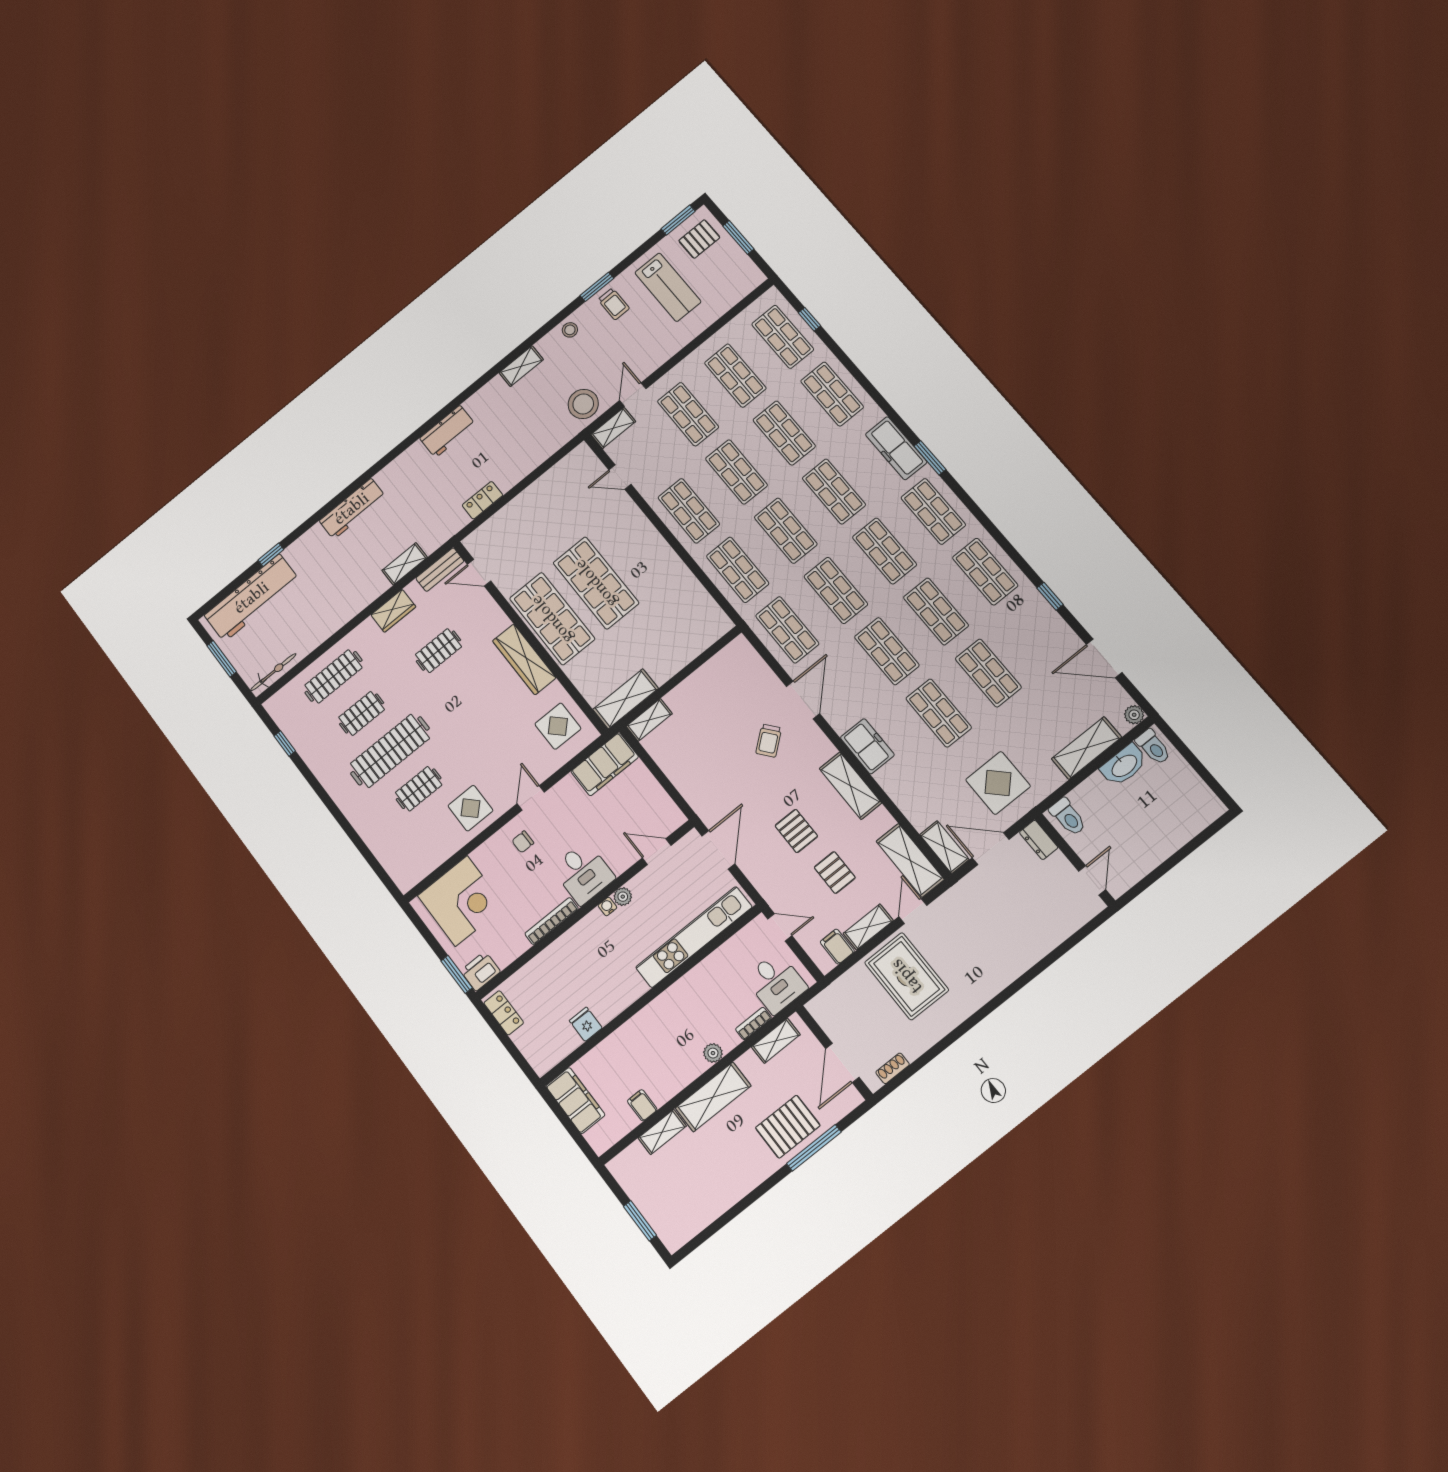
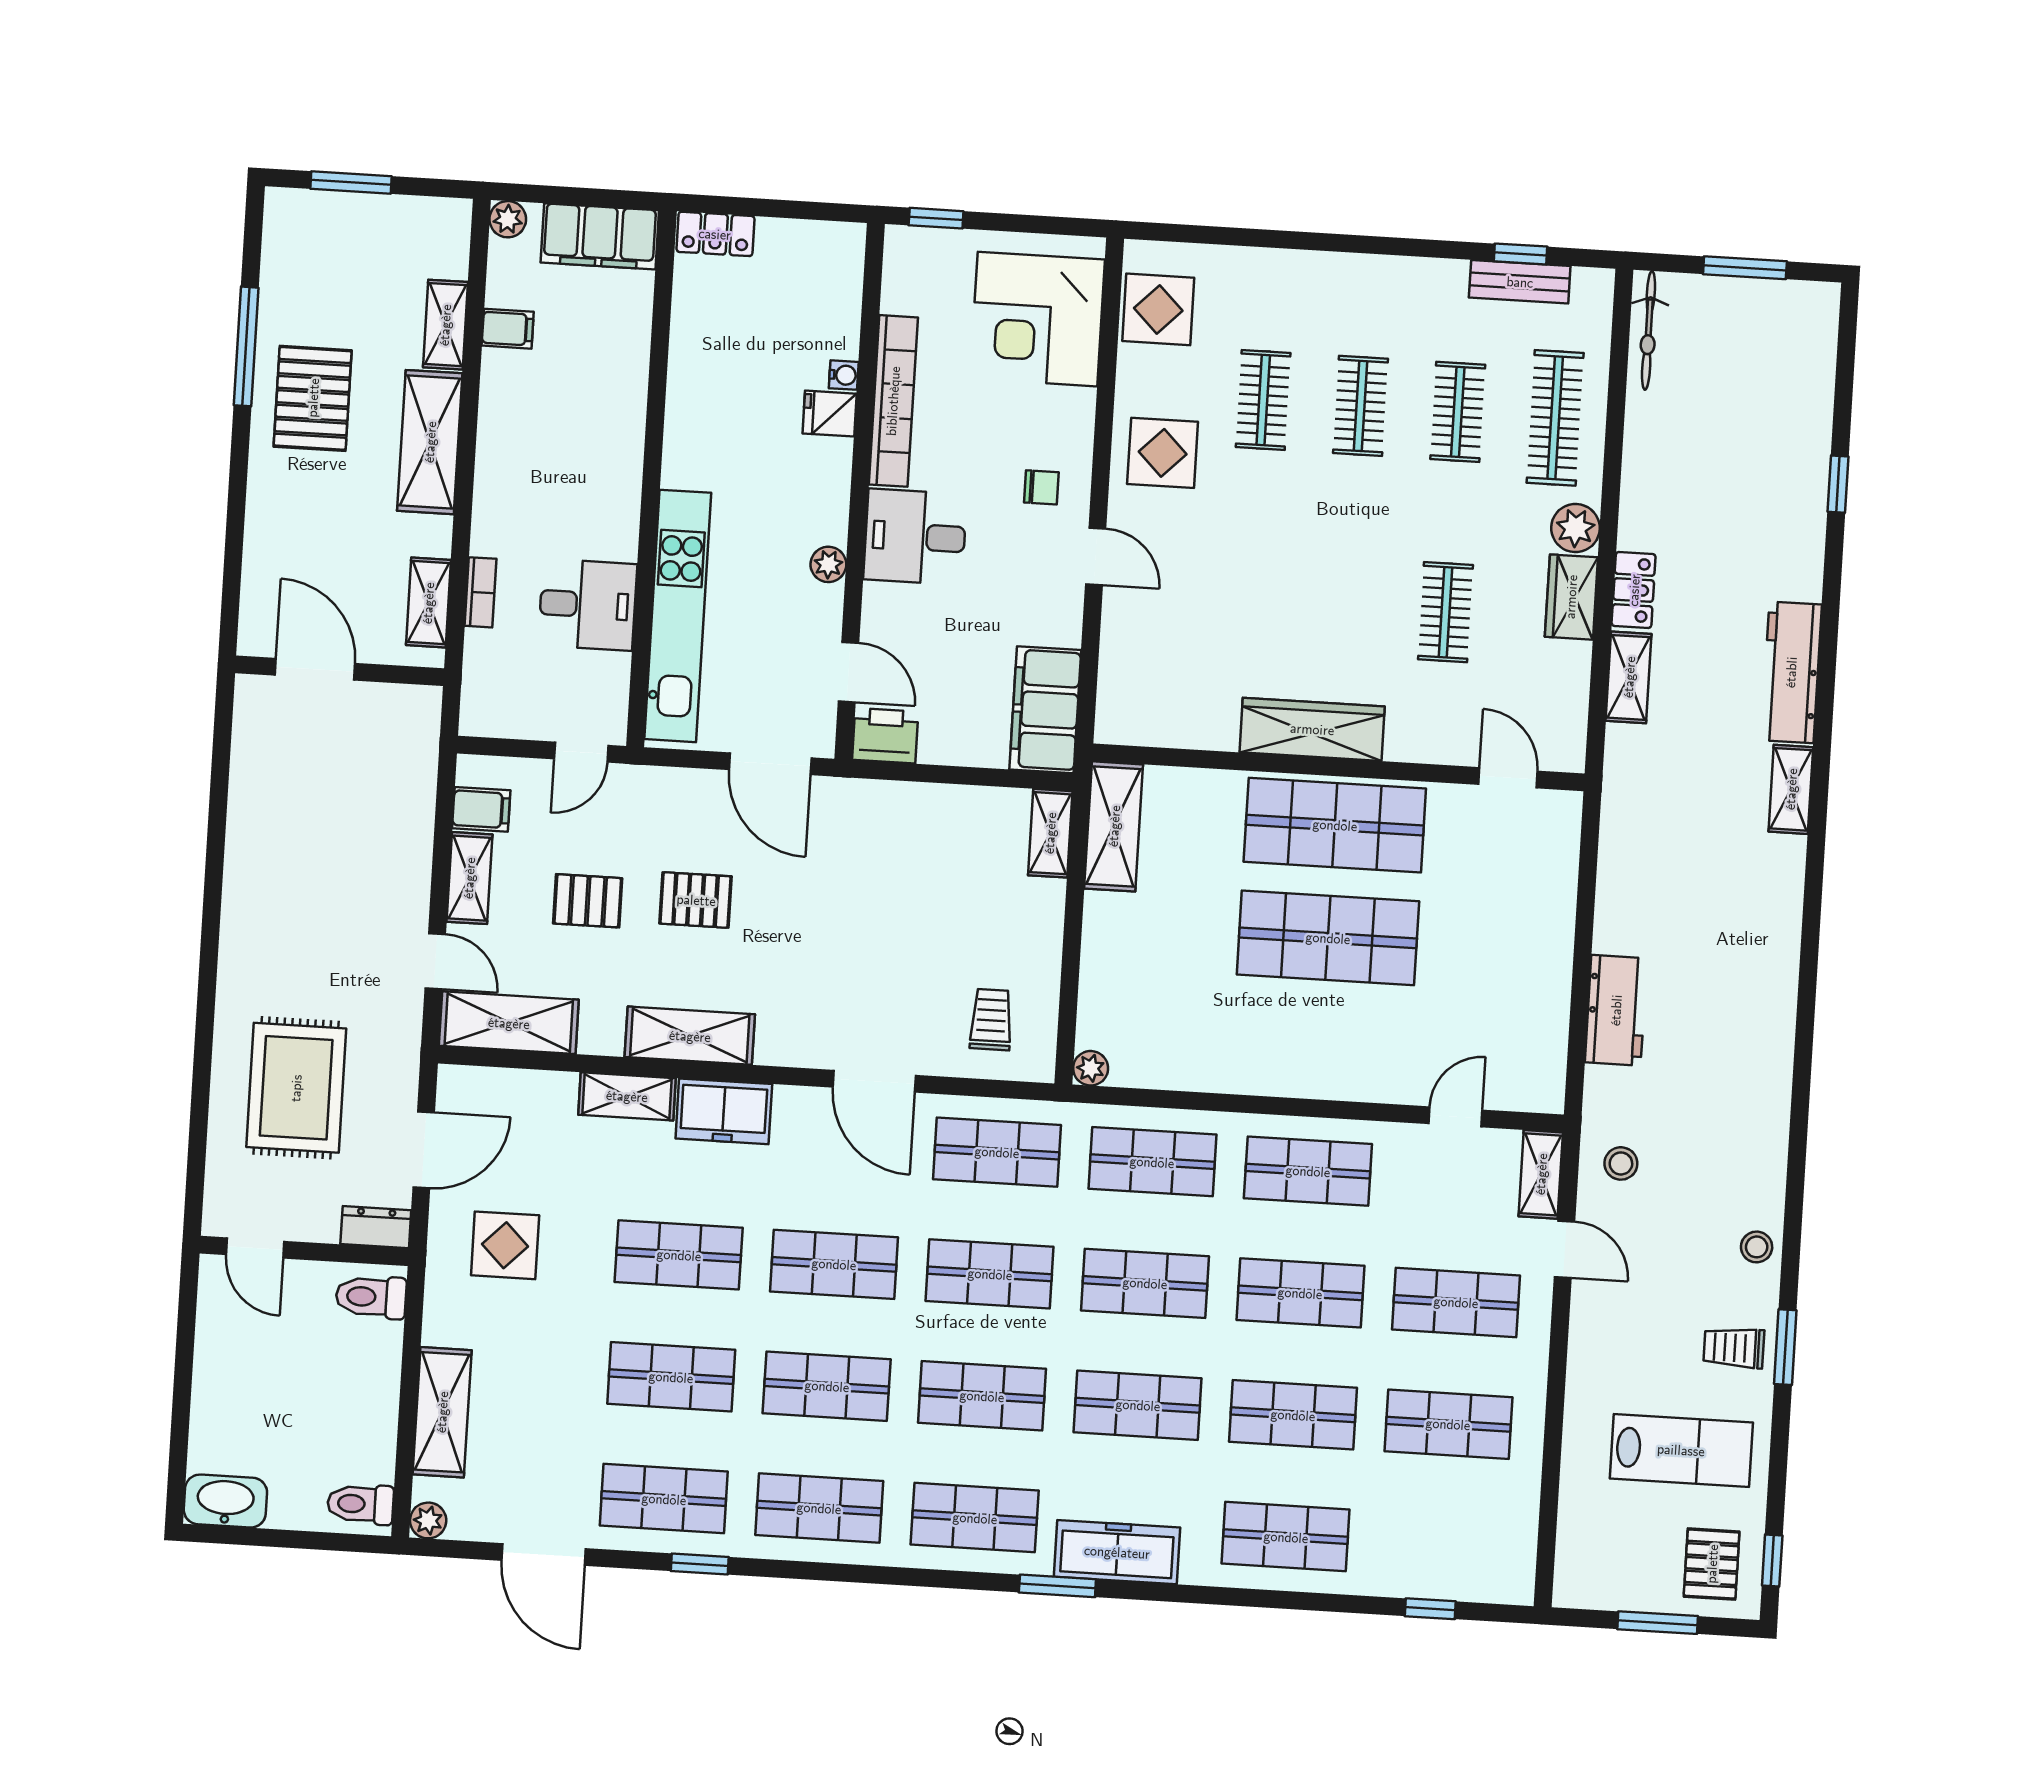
window: (678, 220) -> (1772, 1560), width x0.67
lab bench: (668, 287) -> (1681, 1450), turned 180
shop shelf: (783, 337) -> (664, 1499), moved
shelving: (521, 366) -> (1791, 789), moved
stool: (583, 404) -> (1621, 1163), width x0.53, depth x0.53
workbench: (448, 432) -> (1616, 1010), moved, turned 180
locker: (482, 500) -> (1634, 590), moved
bench: (440, 570) -> (1520, 282), moved, turned 90
door: (479, 573) -> (1508, 778), hinge flipped
workbench: (252, 598) -> (1798, 396), removed
plant: (724, 624) -> (1091, 1068), added
plant: (367, 632) -> (1575, 528), added
door: (1104, 658) -> (544, 1555), swing flipped
display table: (558, 726) -> (1158, 309), moved
trolley: (769, 741) -> (991, 1020), moved, turned 39
clothes rail: (390, 751) -> (1360, 406), width x0.54, depth x0.76
washbasin: (1124, 765) -> (225, 1501), moved, turned 90
display table: (998, 783) -> (505, 1245), width x0.73, depth x0.73
chair: (523, 842) -> (1041, 487), turned 90
shelving: (944, 847) -> (627, 1096), moved
door: (657, 852) -> (849, 672), hinge flipped
water cooler: (607, 906) -> (844, 375), moved
bookcase: (552, 921) -> (893, 401), width x1.48, depth x1.31
printer: (480, 971) -> (885, 736), moved, turned -90
window: (457, 974) -> (936, 218), width x0.67
rug: (907, 976) -> (296, 1088), moved, turned 90
desk: (776, 983) -> (588, 605), moved, turned 180
locker: (504, 1013) -> (715, 234), moved
fridge: (586, 1024) -> (830, 414), moved, turned 180
plant: (713, 1053) -> (508, 219), moved
shoe rack: (893, 1068) -> (246, 733), removed
pallet: (788, 1127) -> (313, 398), moved
window: (814, 1148) -> (246, 346), moved

